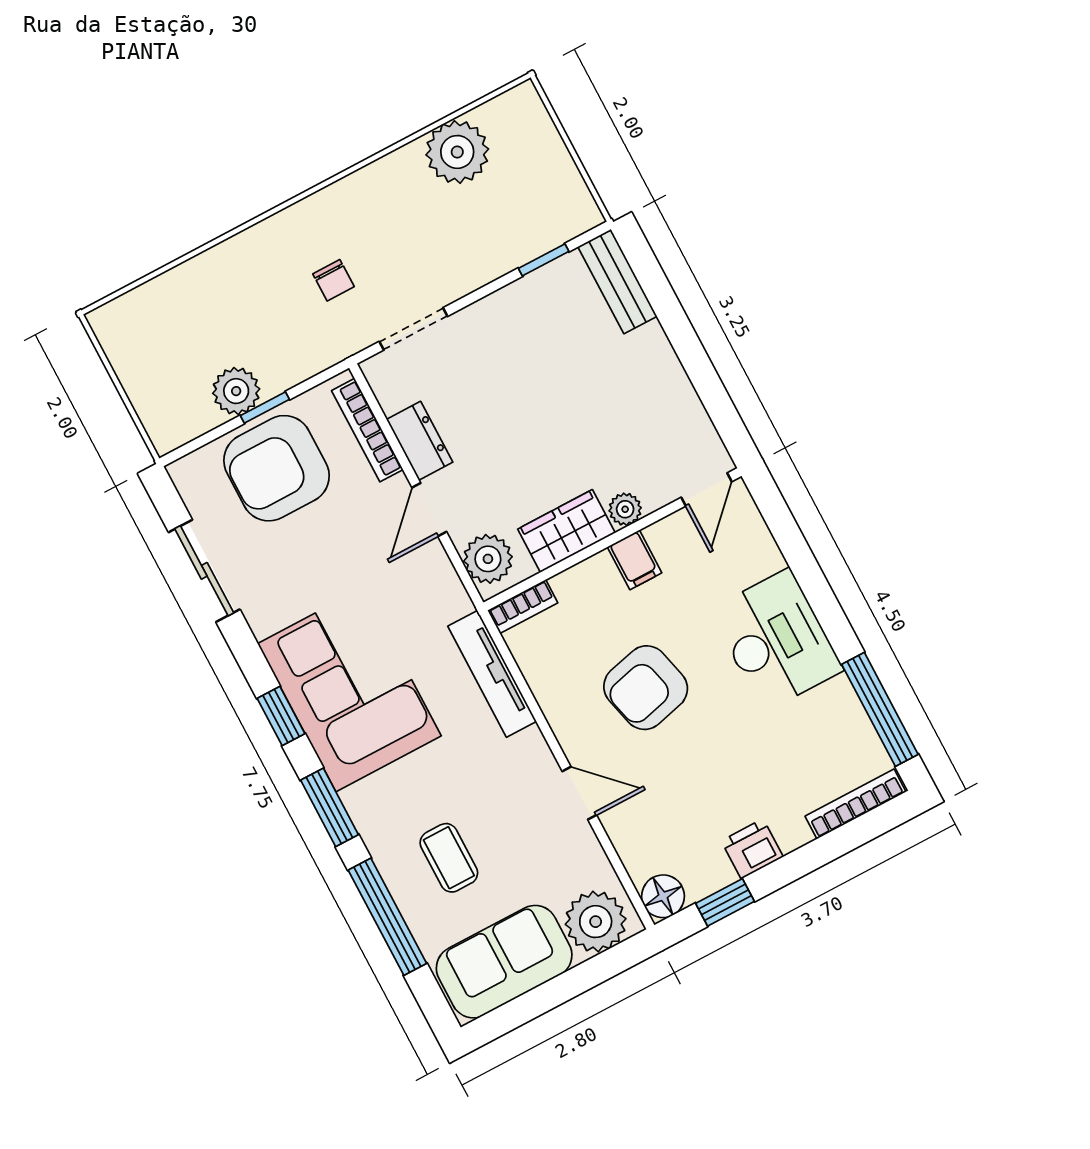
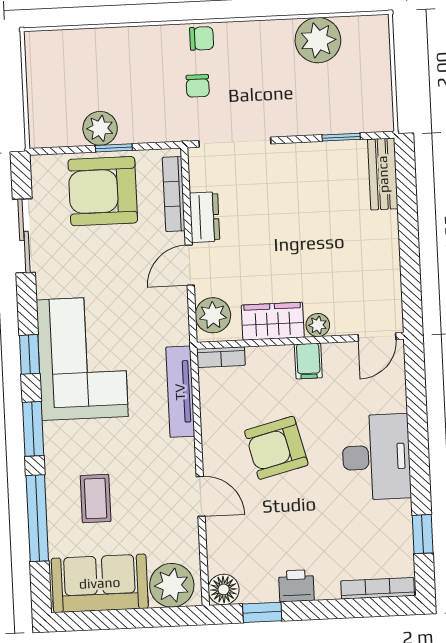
chair: (310, 218) -> (202, 38), added
doorway: (413, 329) -> (235, 142), width x1.38
window: (880, 709) -> (423, 534), width x0.46

